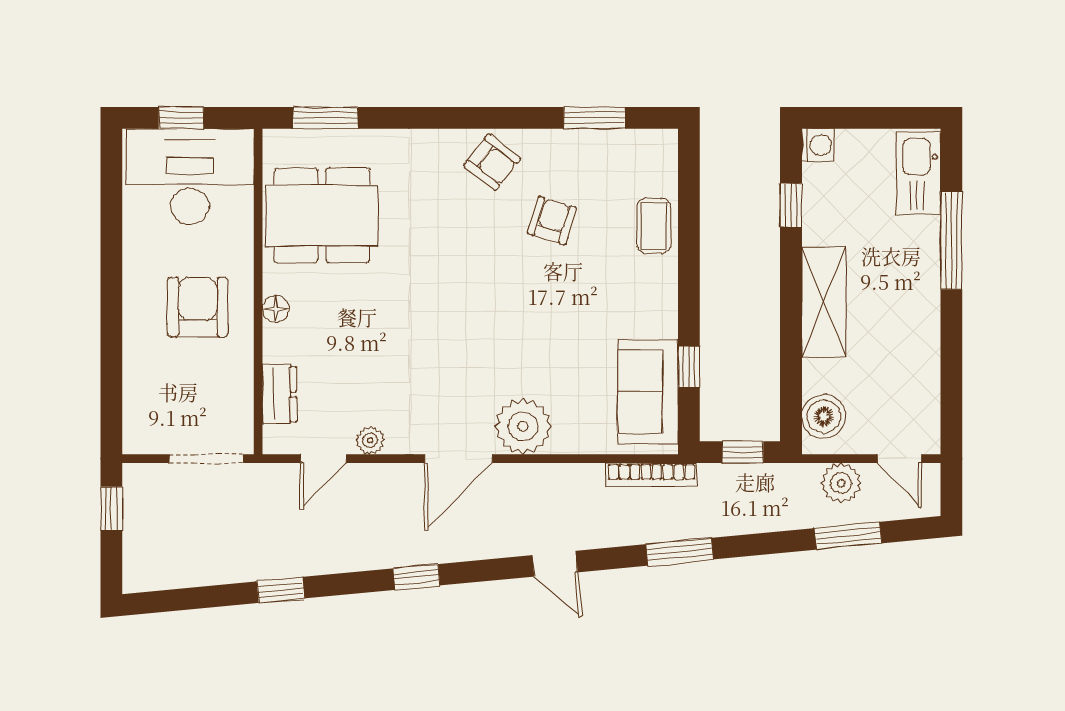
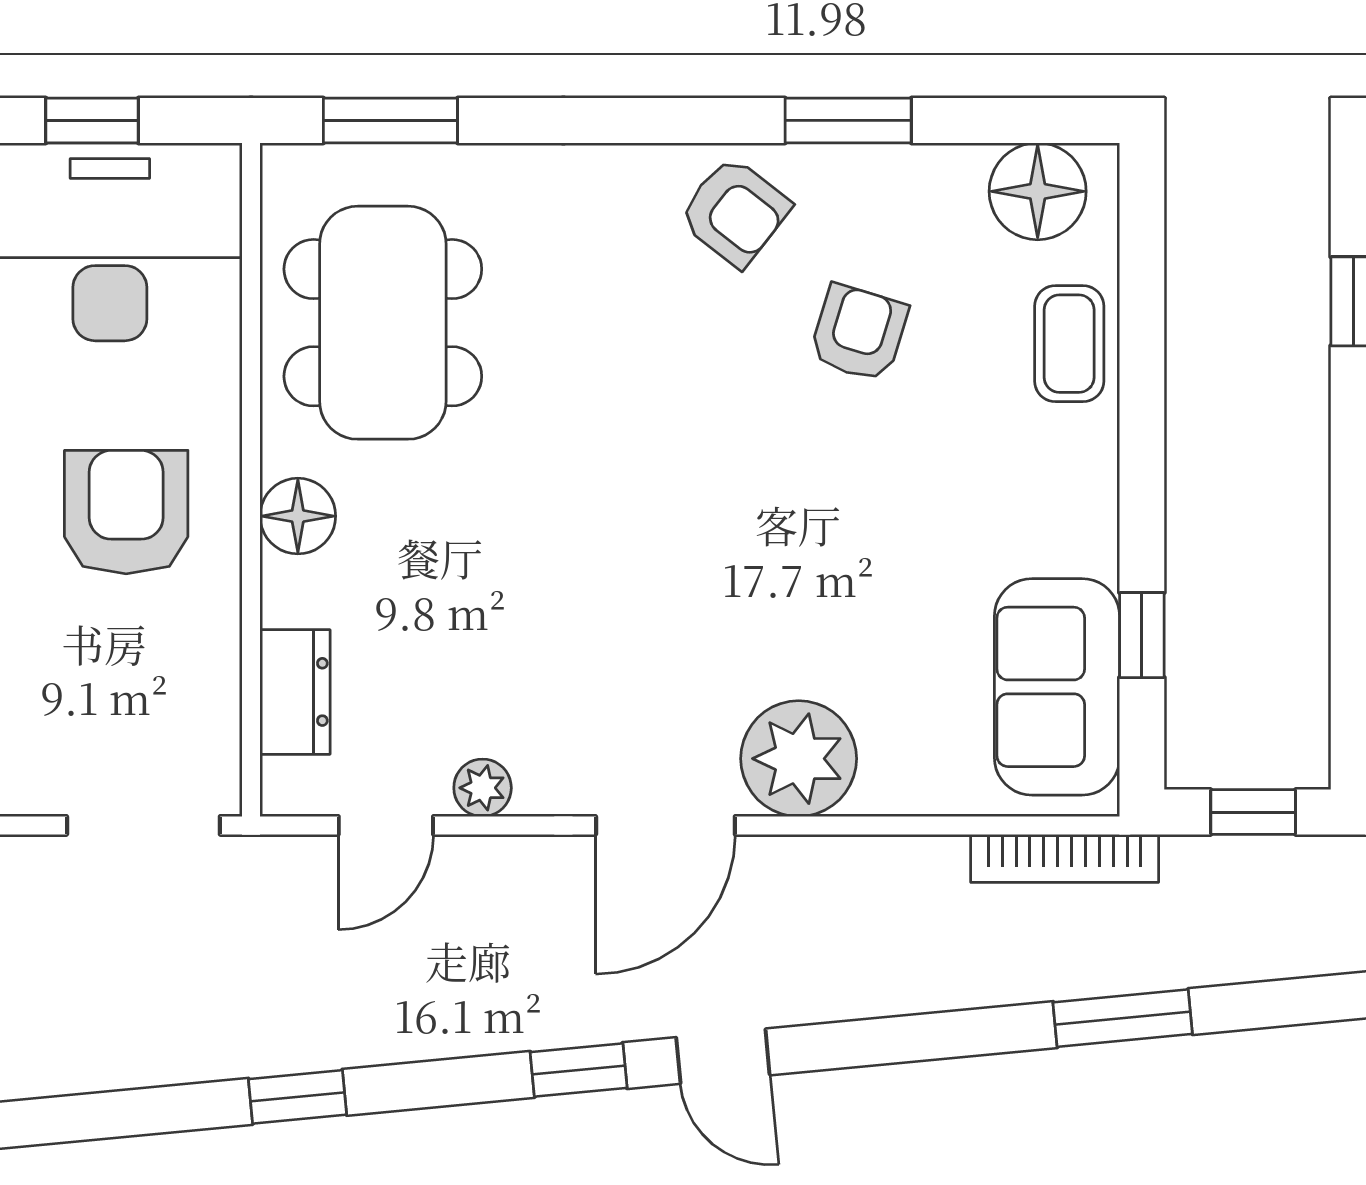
window: (594, 118) -> (848, 120), moved
floor lamp: (638, 152) -> (1038, 191), added
dining table: (322, 216) -> (383, 323), turned 90
floor lamp: (276, 309) -> (298, 516), width x1.37, depth x1.37
door: (555, 564) -> (723, 1056), moved

